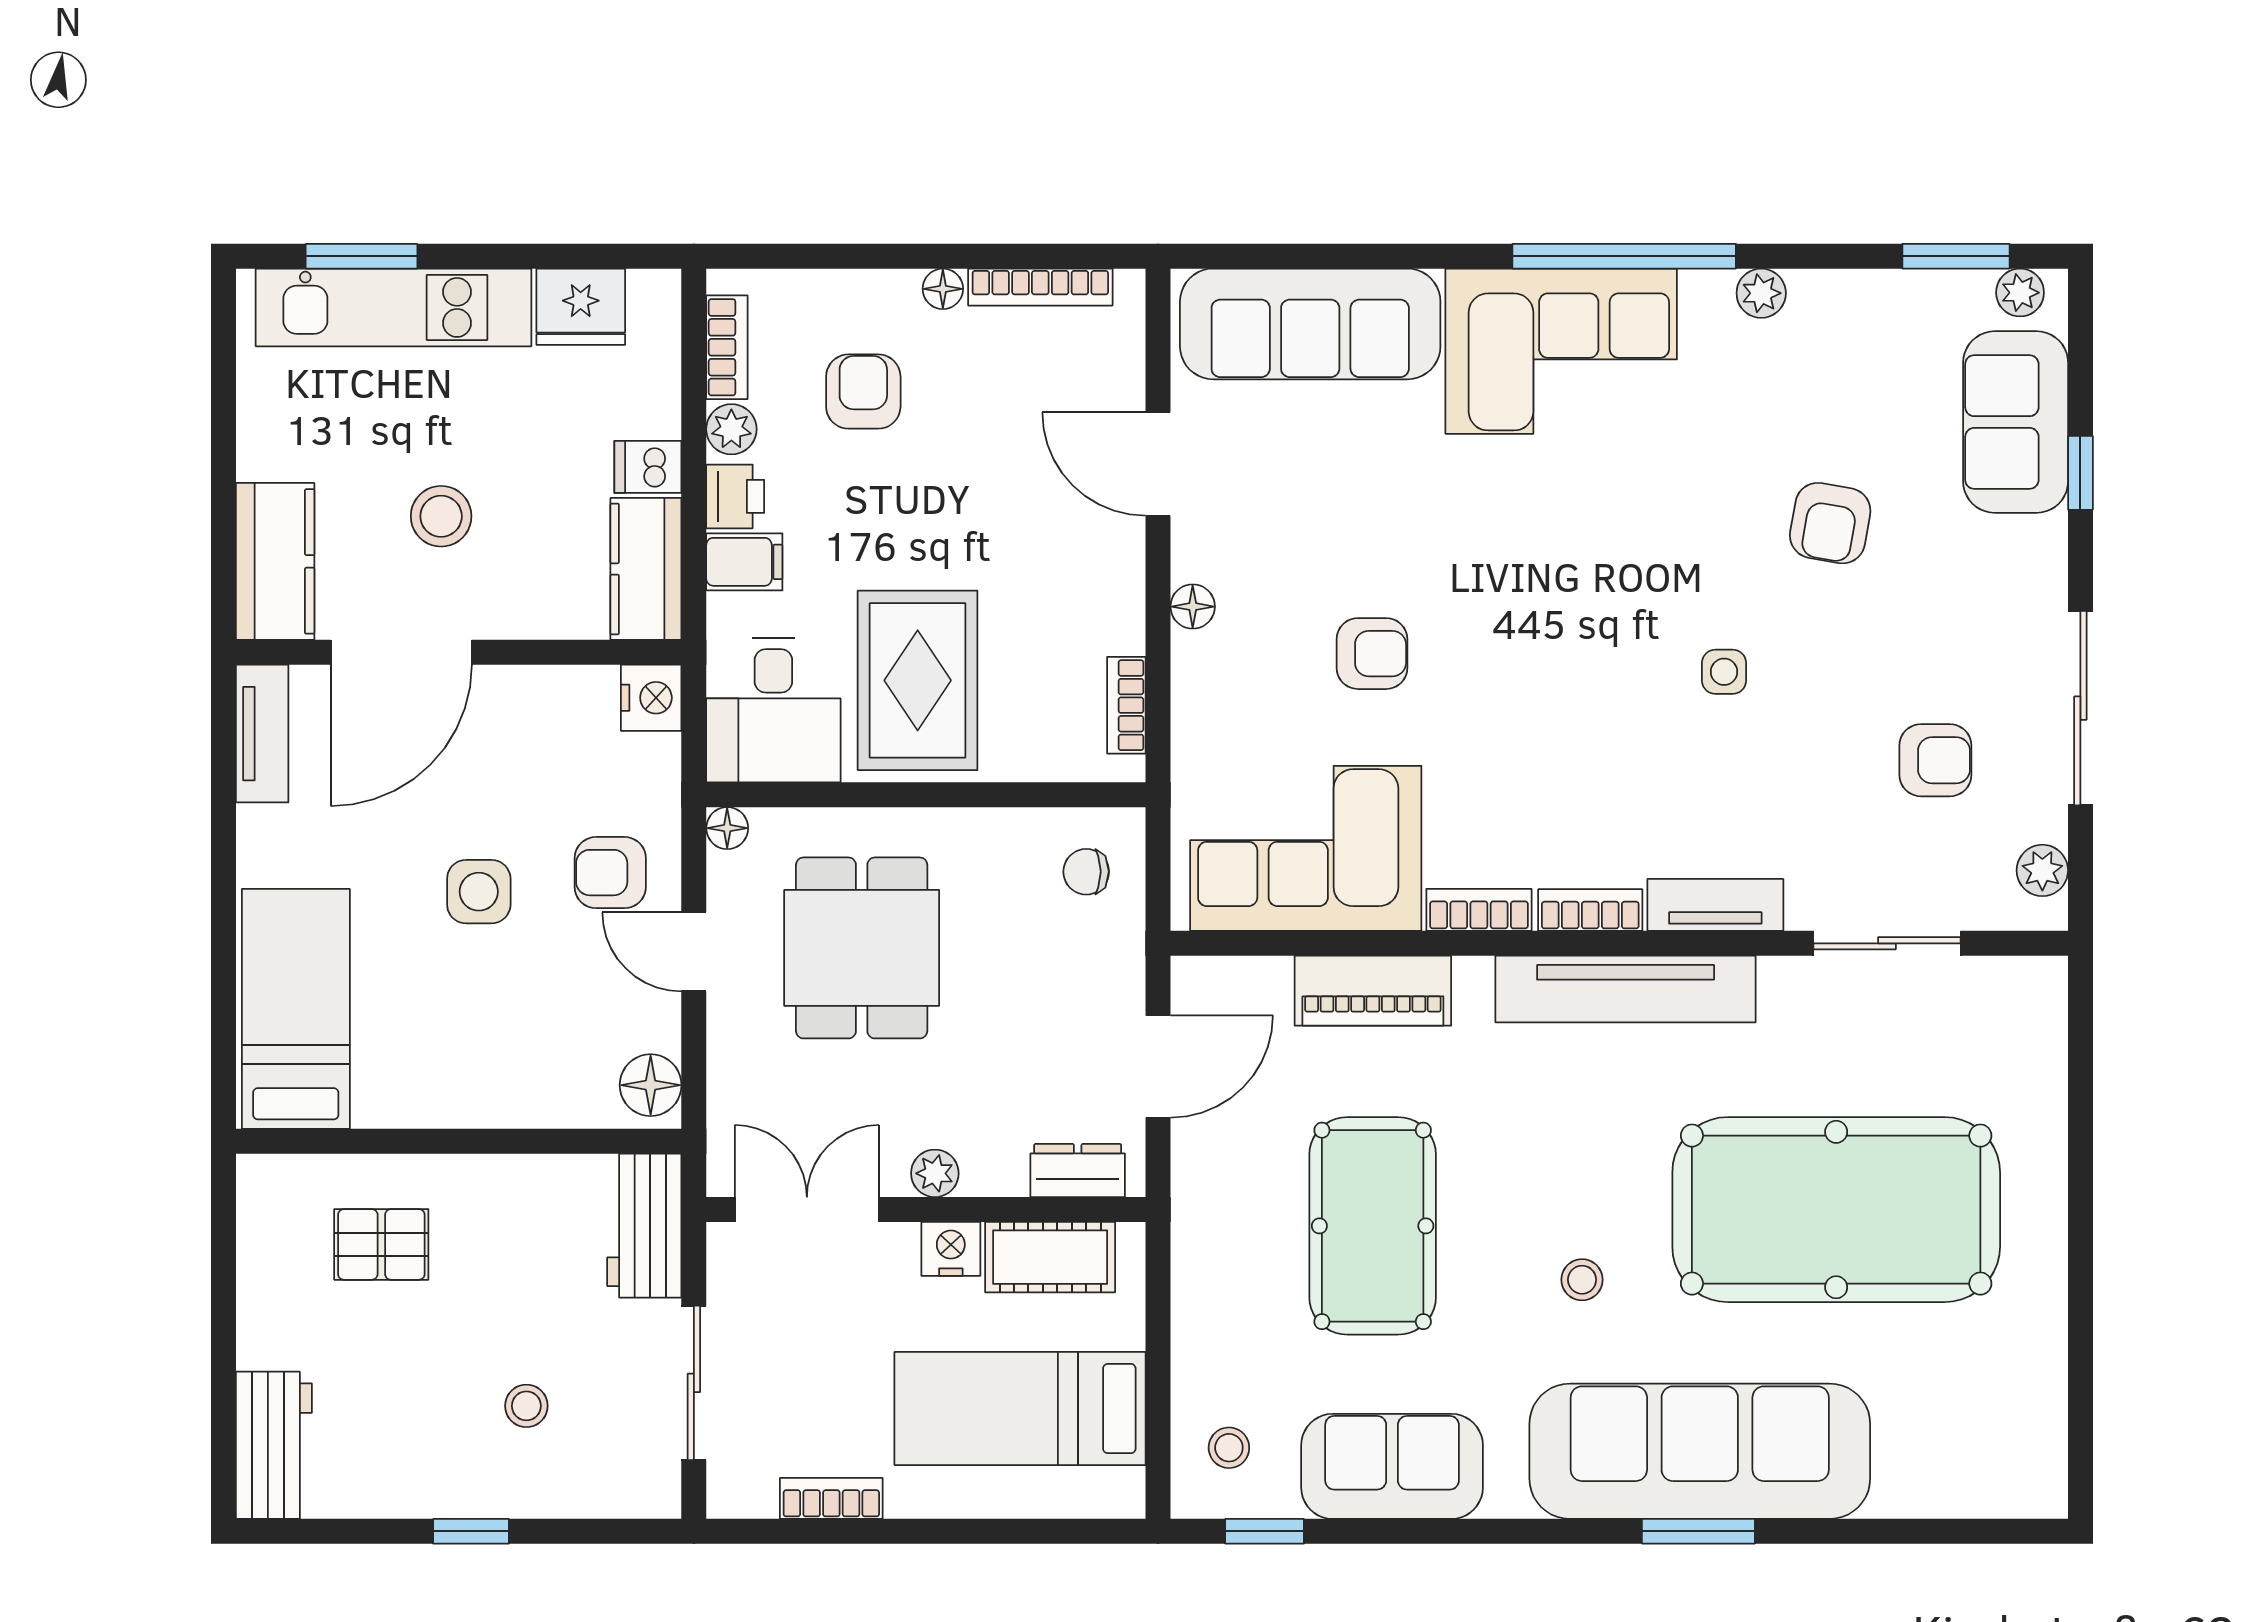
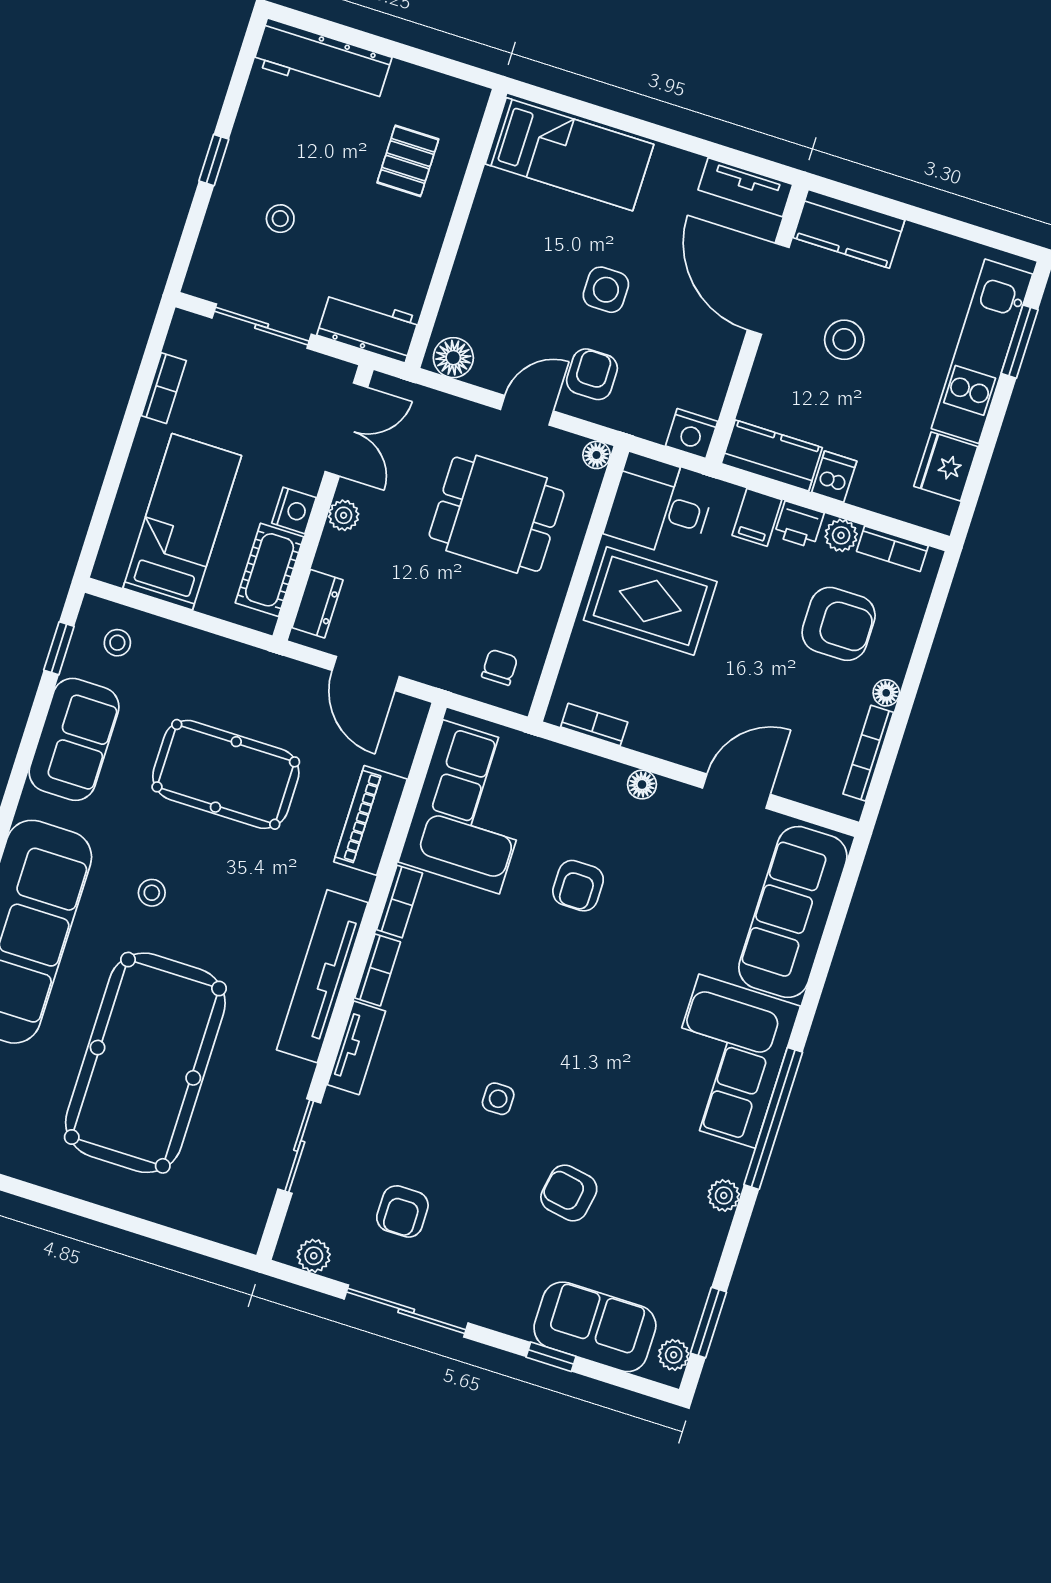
armchair: (863, 392) -> (839, 624), width x1.38, depth x1.38
workbench: (274, 1445) -> (322, 61), width x1.38

